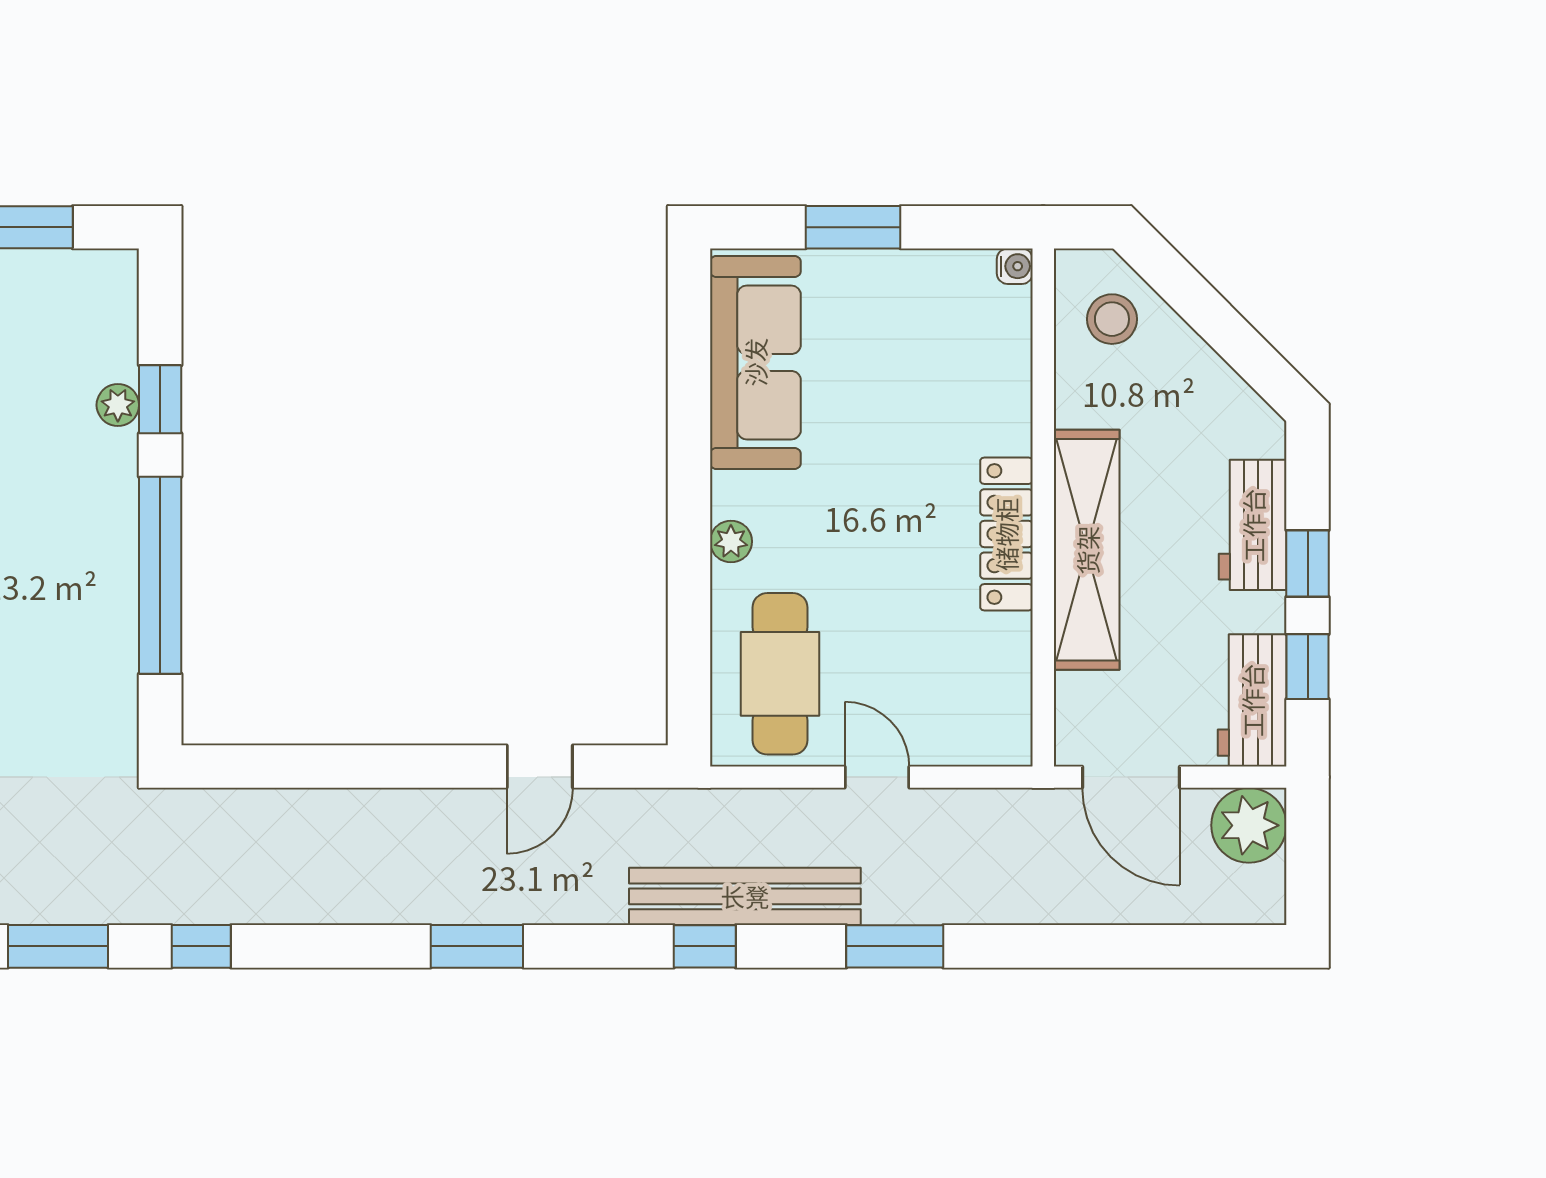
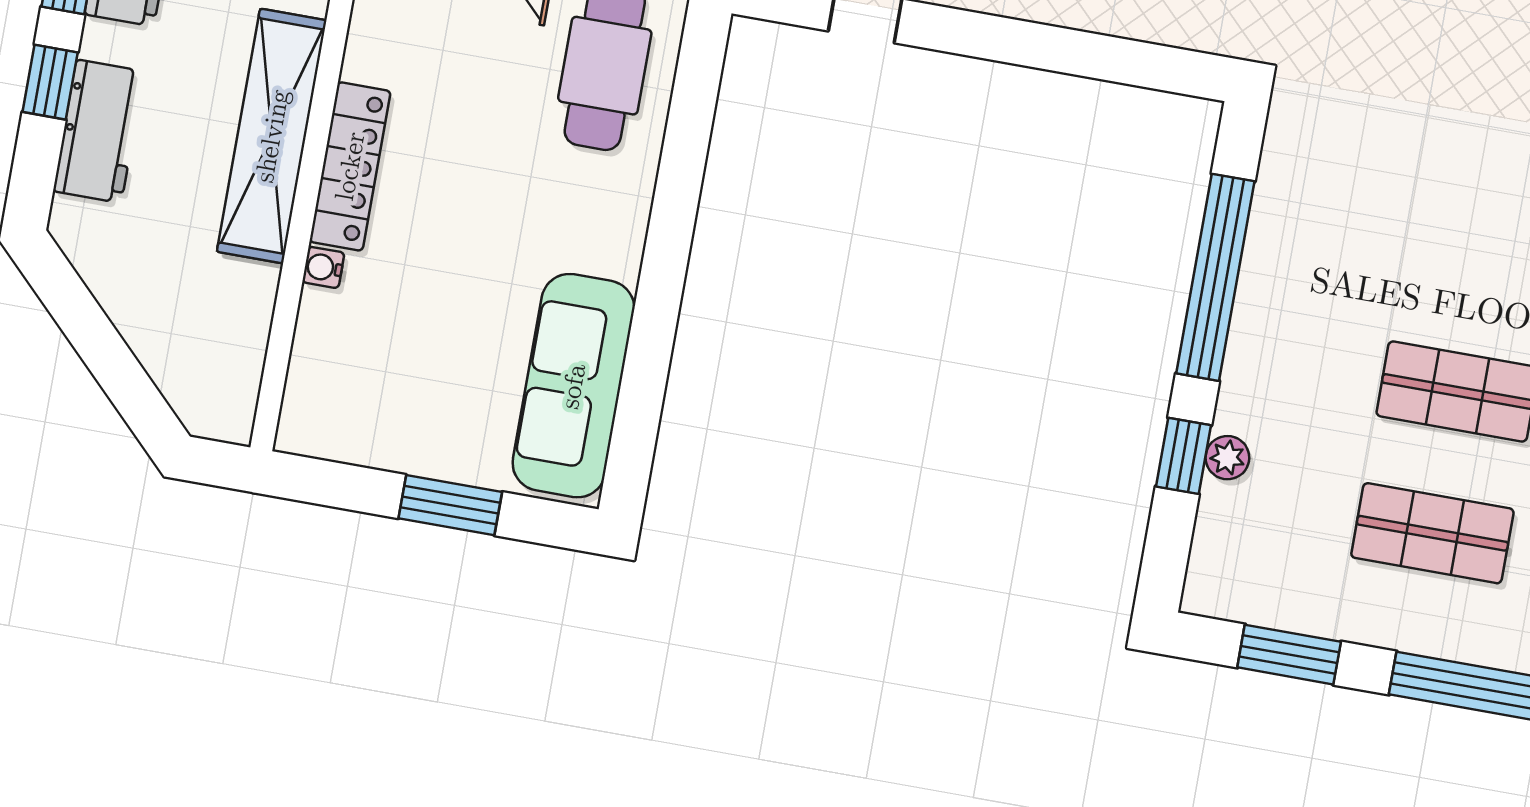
water cooler: (1015, 266) -> (323, 267), moved
stool: (1112, 319) -> (204, 365), removed
plant: (731, 541) -> (631, 209), removed

